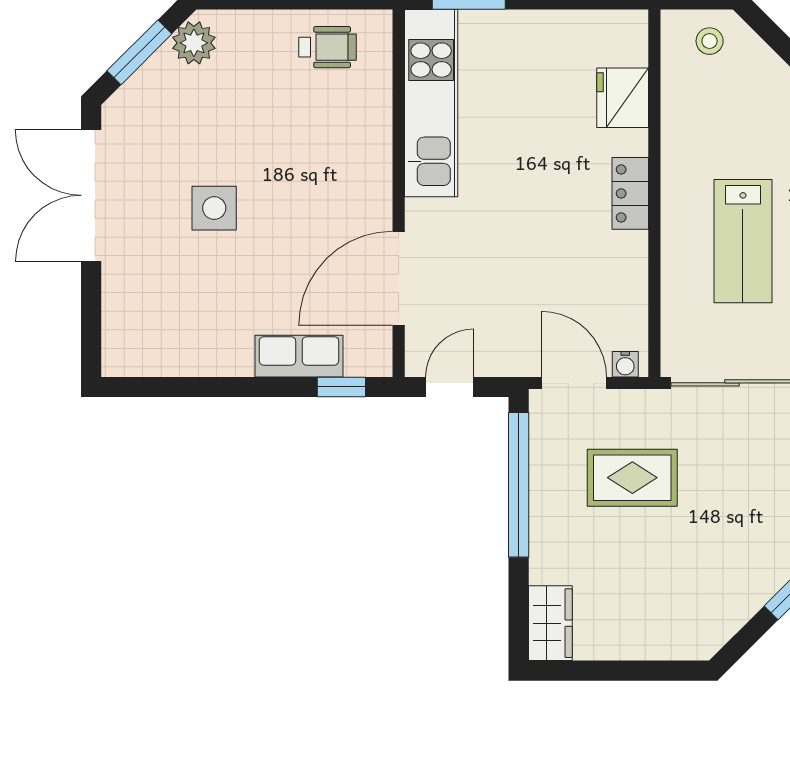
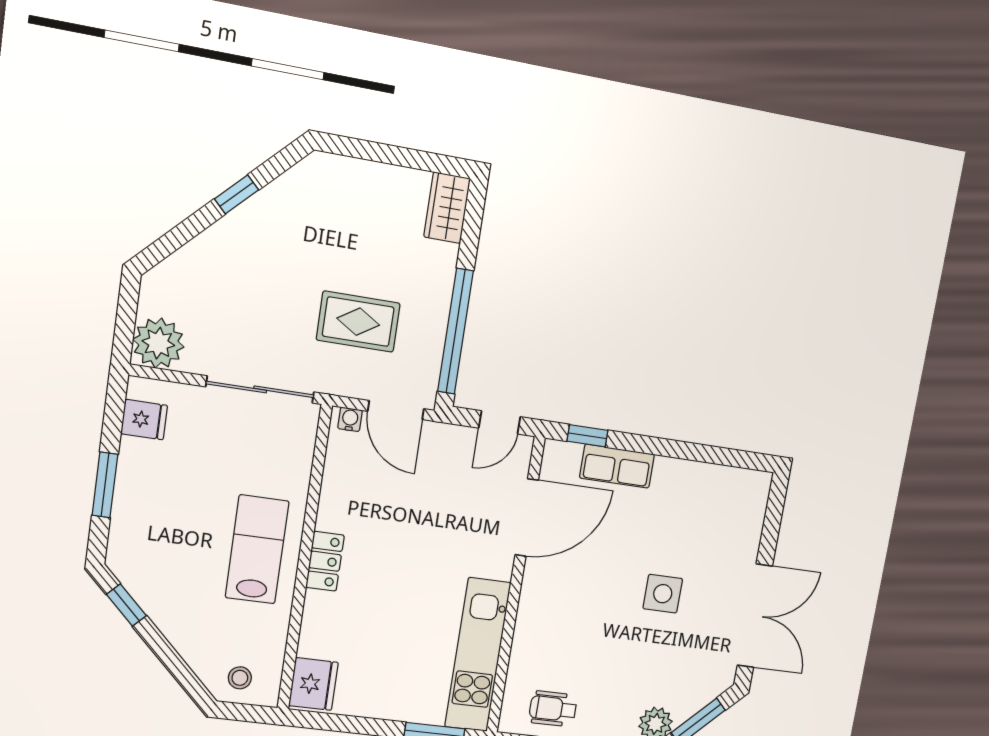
fridge: (623, 98) -> (313, 684), moved
lab bench: (743, 241) -> (257, 549), moved

